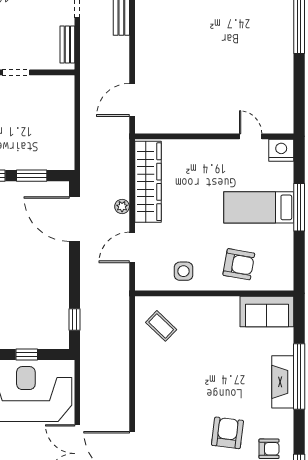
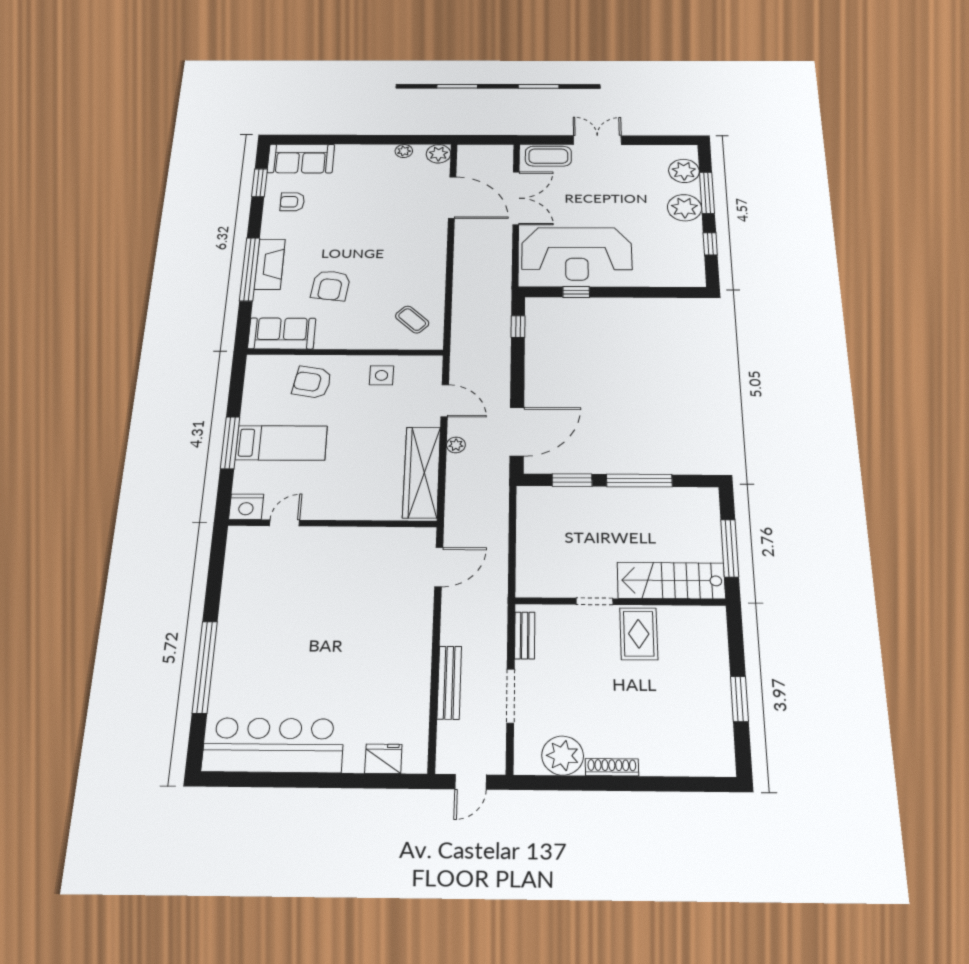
door: (251, 136) -> (285, 523), swing flipped
door: (75, 219) -> (517, 432), hinge flipped
door: (132, 247) -> (445, 401), hinge flipped
armchair: (227, 433) -> (331, 285), moved

